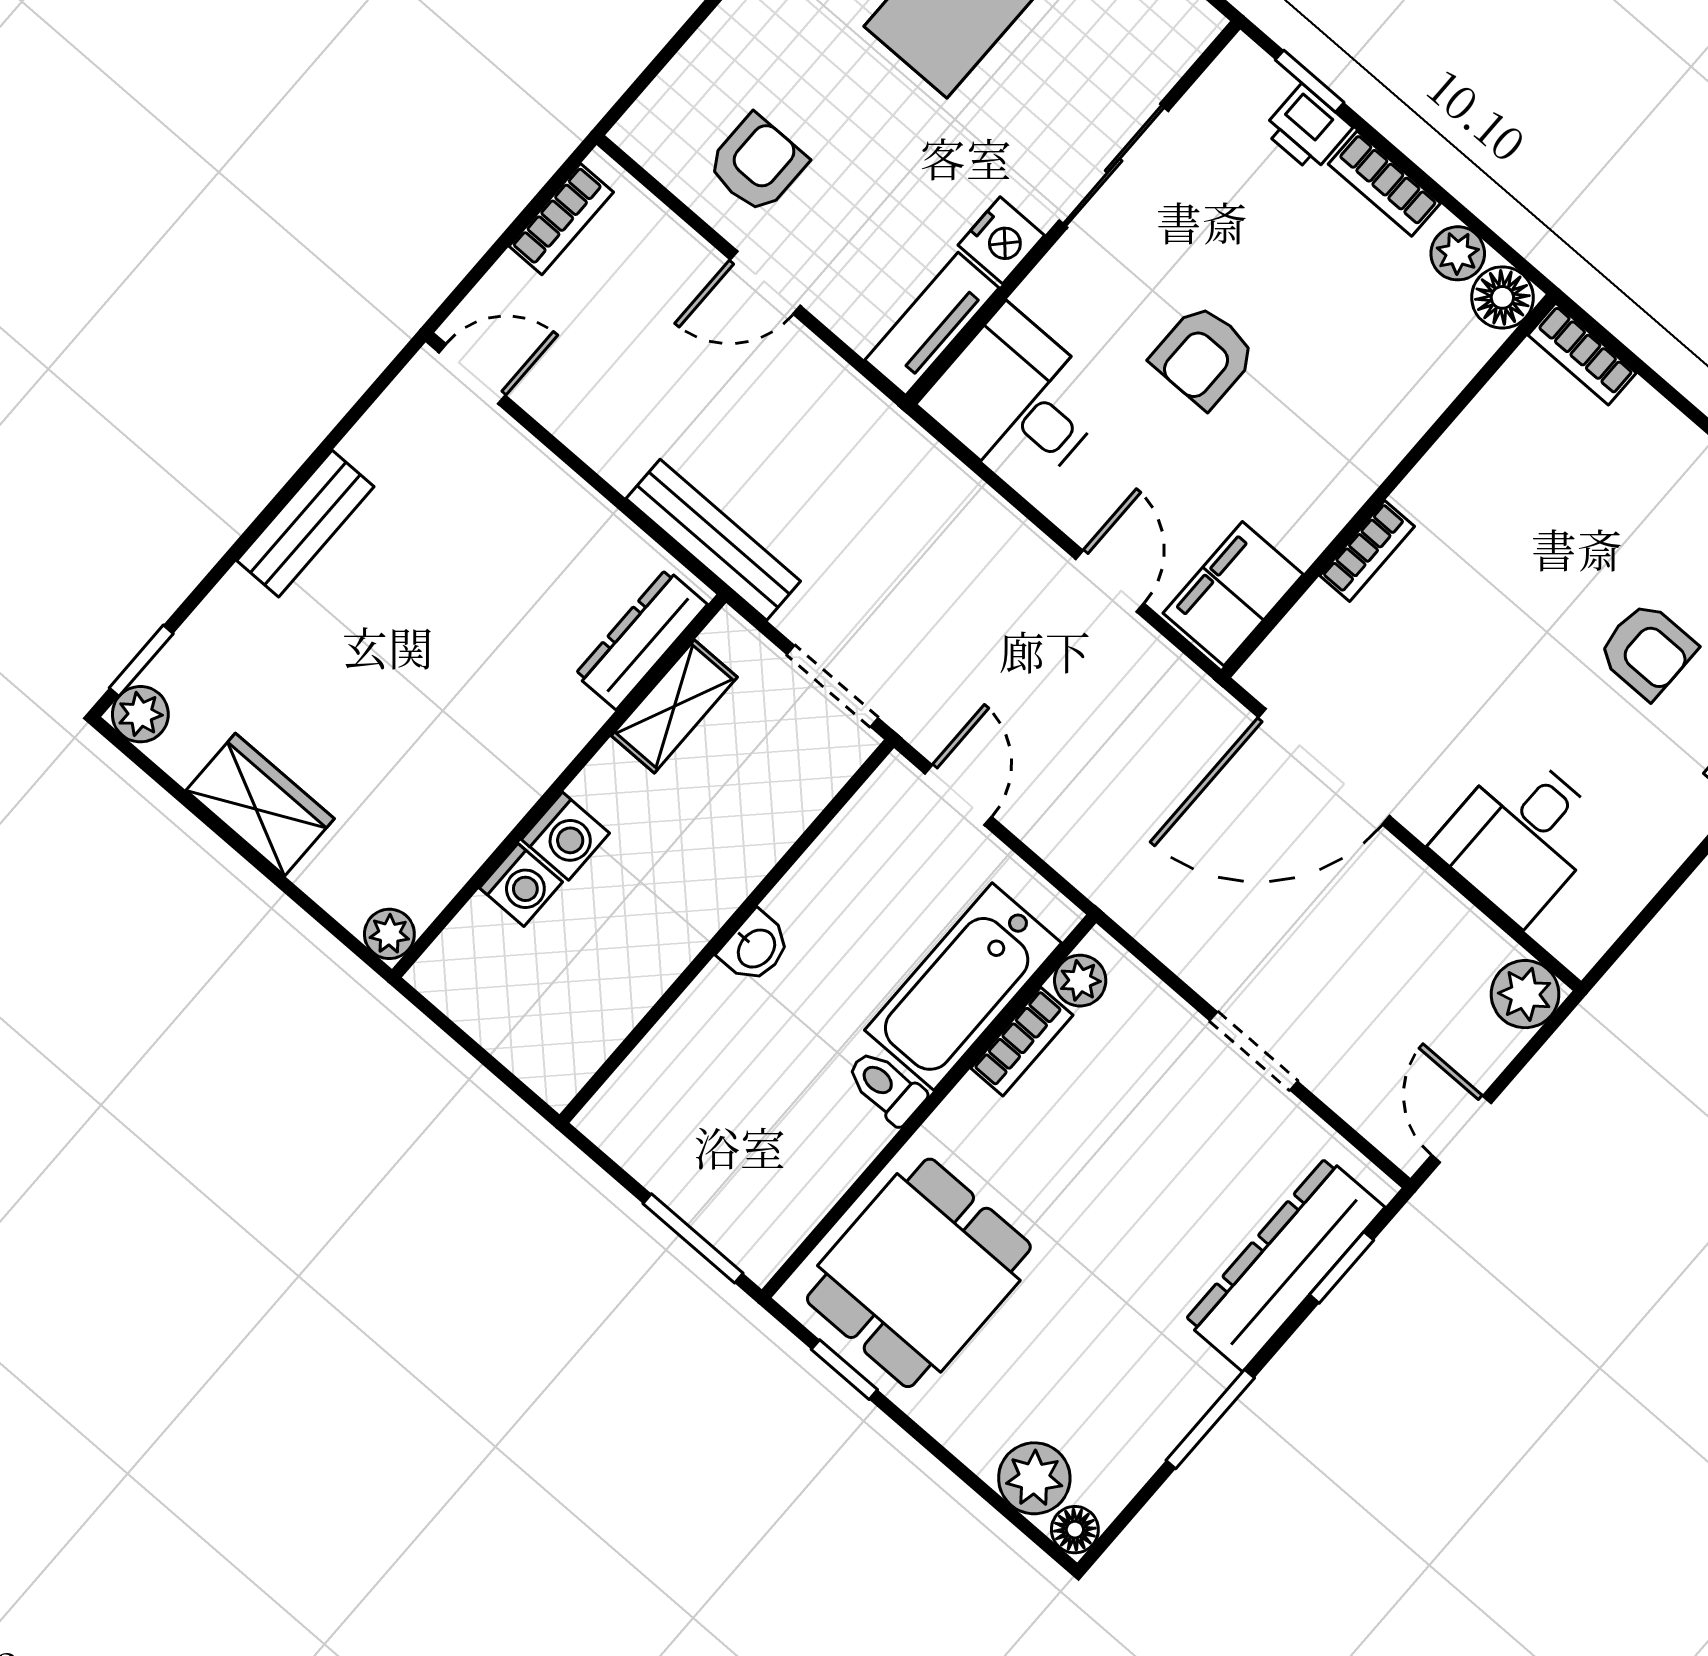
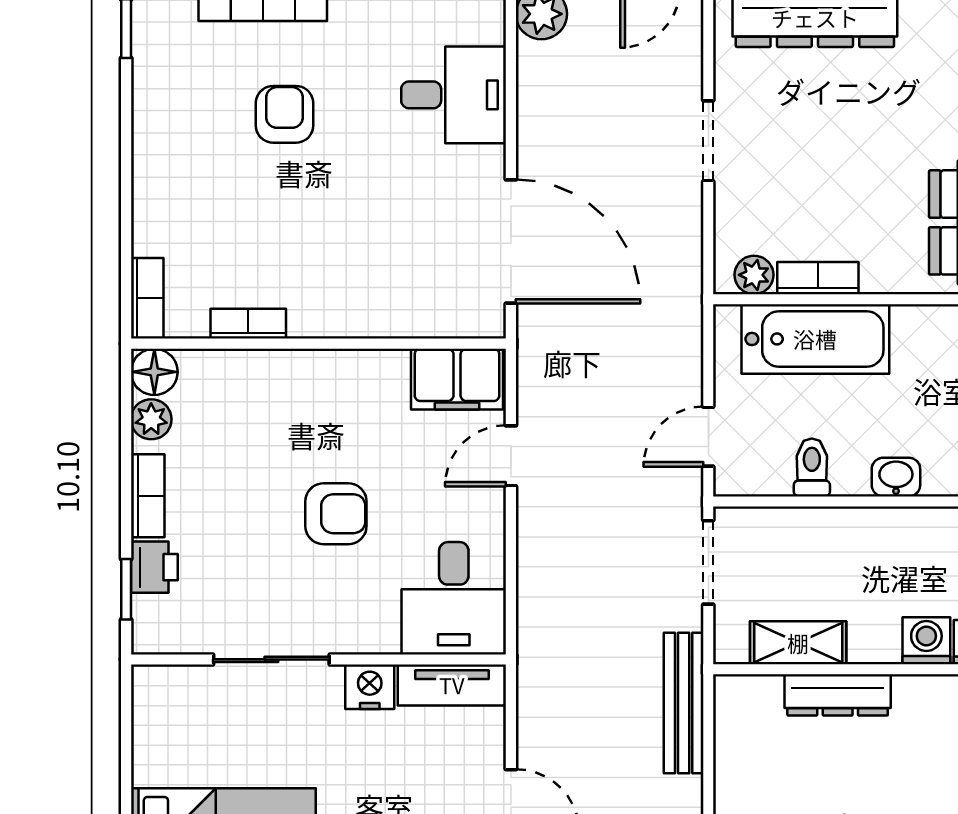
bookcase: (1367, 551) -> (248, 324), moved
dresser: (641, 639) -> (838, 695), moved
toilet: (886, 1087) -> (812, 467), moved, turned 180

